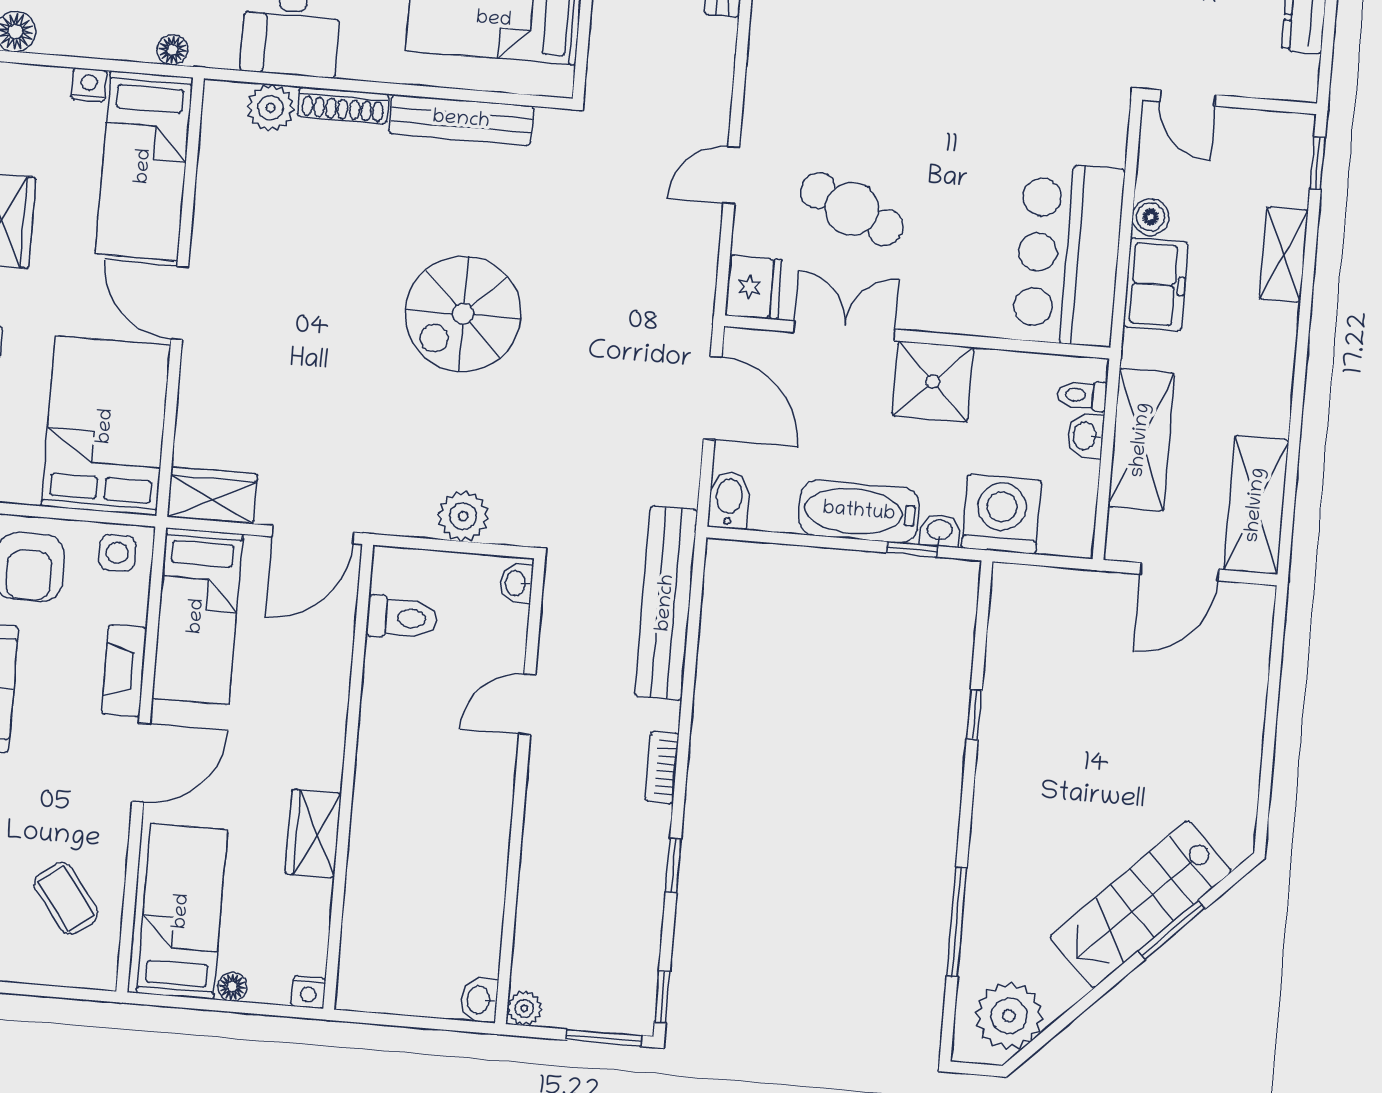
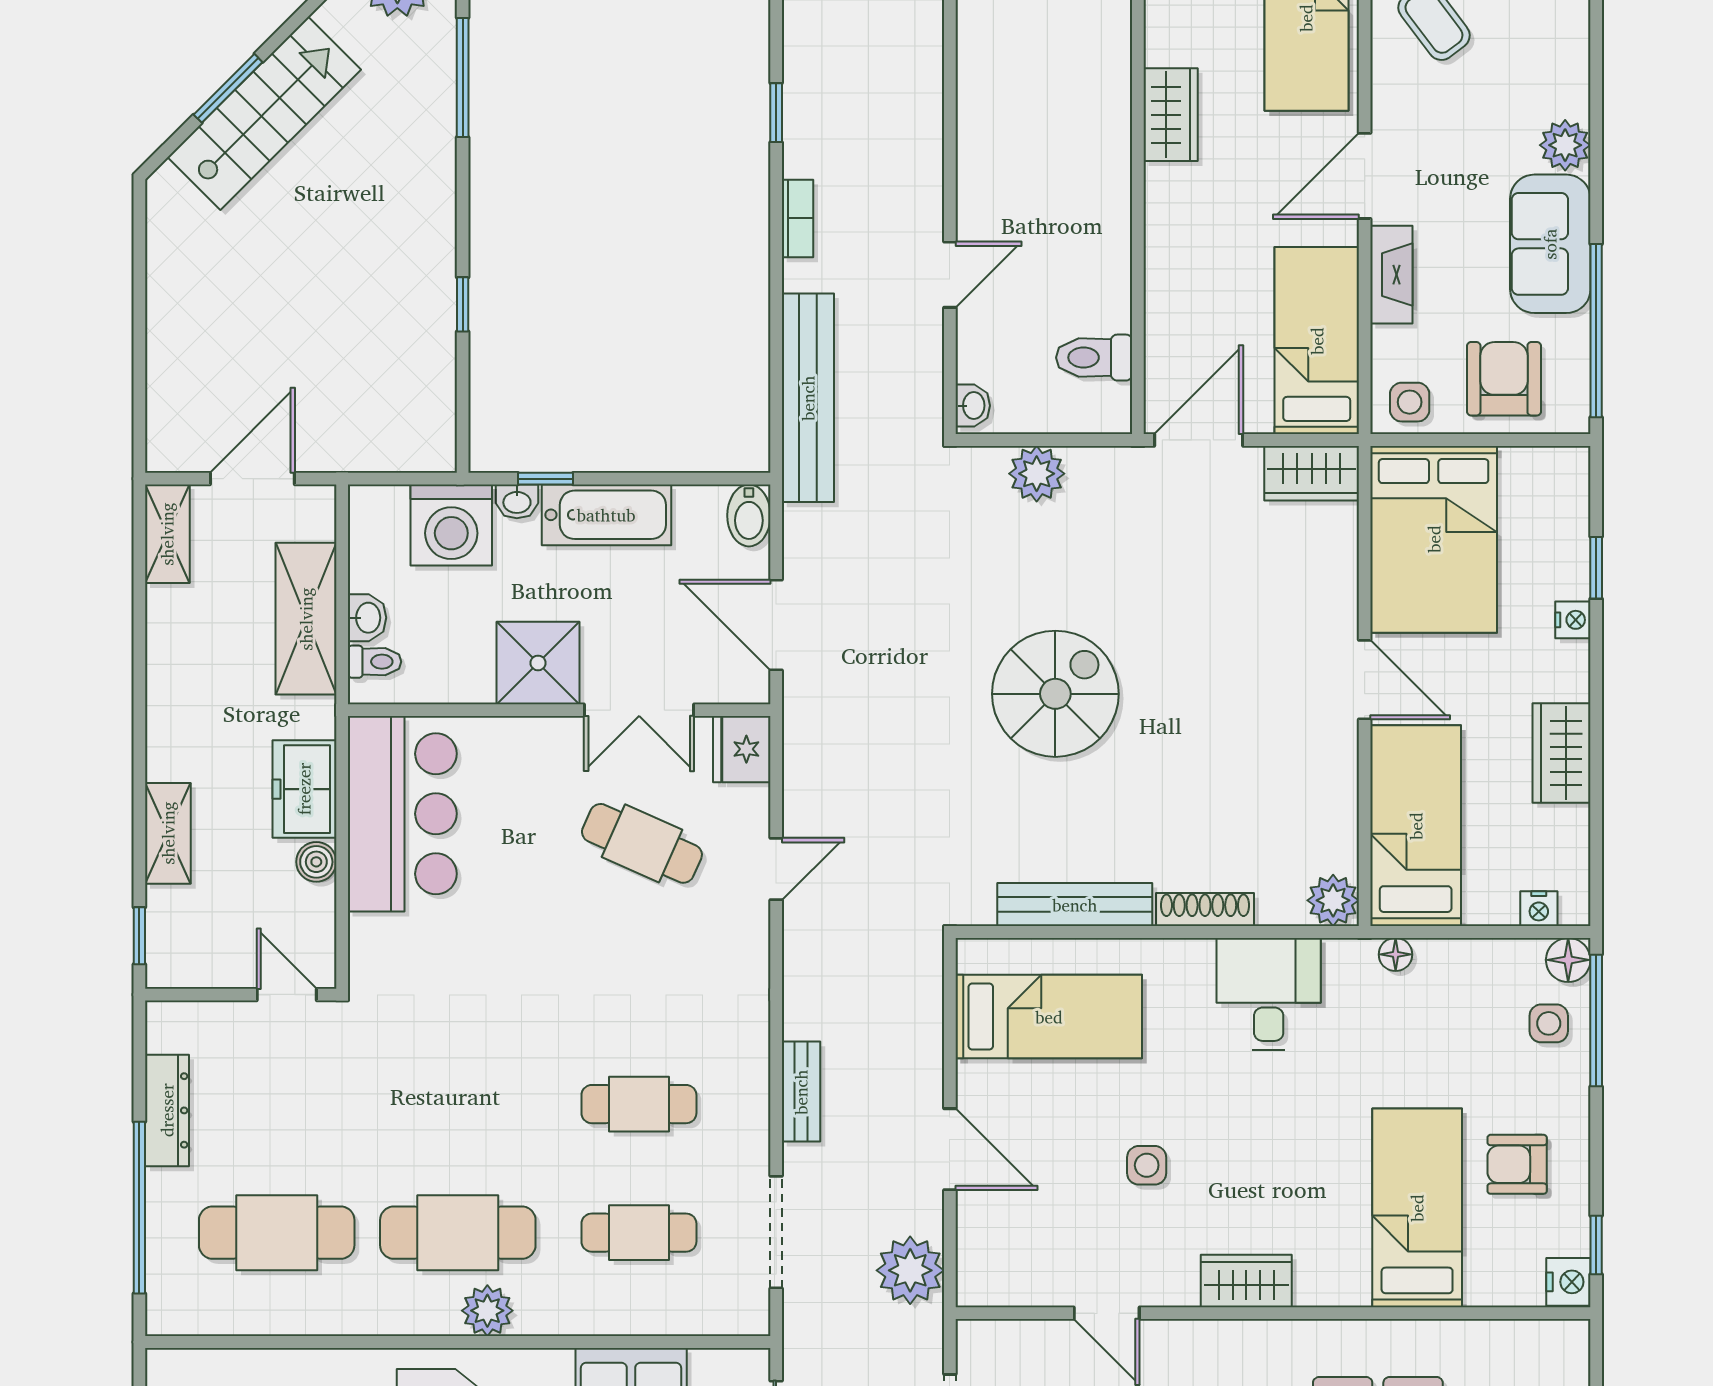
nightstand: (89, 85) -> (1539, 909), moved
plant: (271, 108) -> (1333, 900), moved
shelving: (1256, 505) -> (167, 534), width x0.67, depth x0.75

